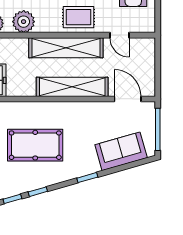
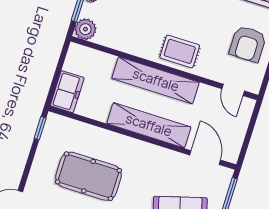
plant: (24, 22) -> (118, 37), removed
door: (120, 35) -> (233, 90), moved

